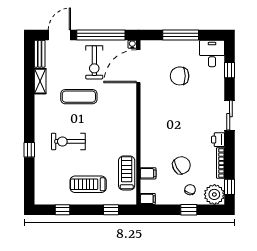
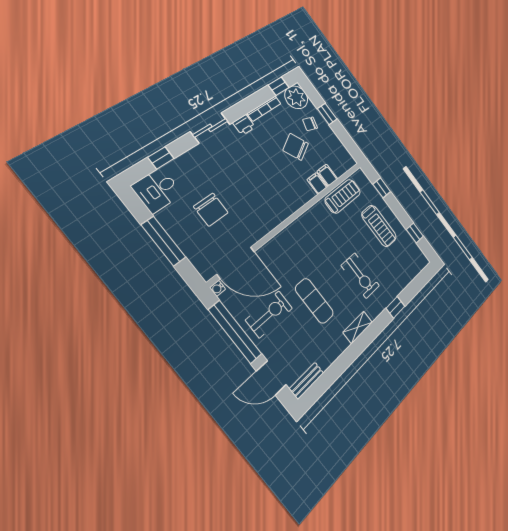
shelving: (40, 81) -> (358, 327), moved
treadmill: (127, 173) -> (343, 196), turned 180
filing cabinet: (148, 199) -> (317, 183), moved

